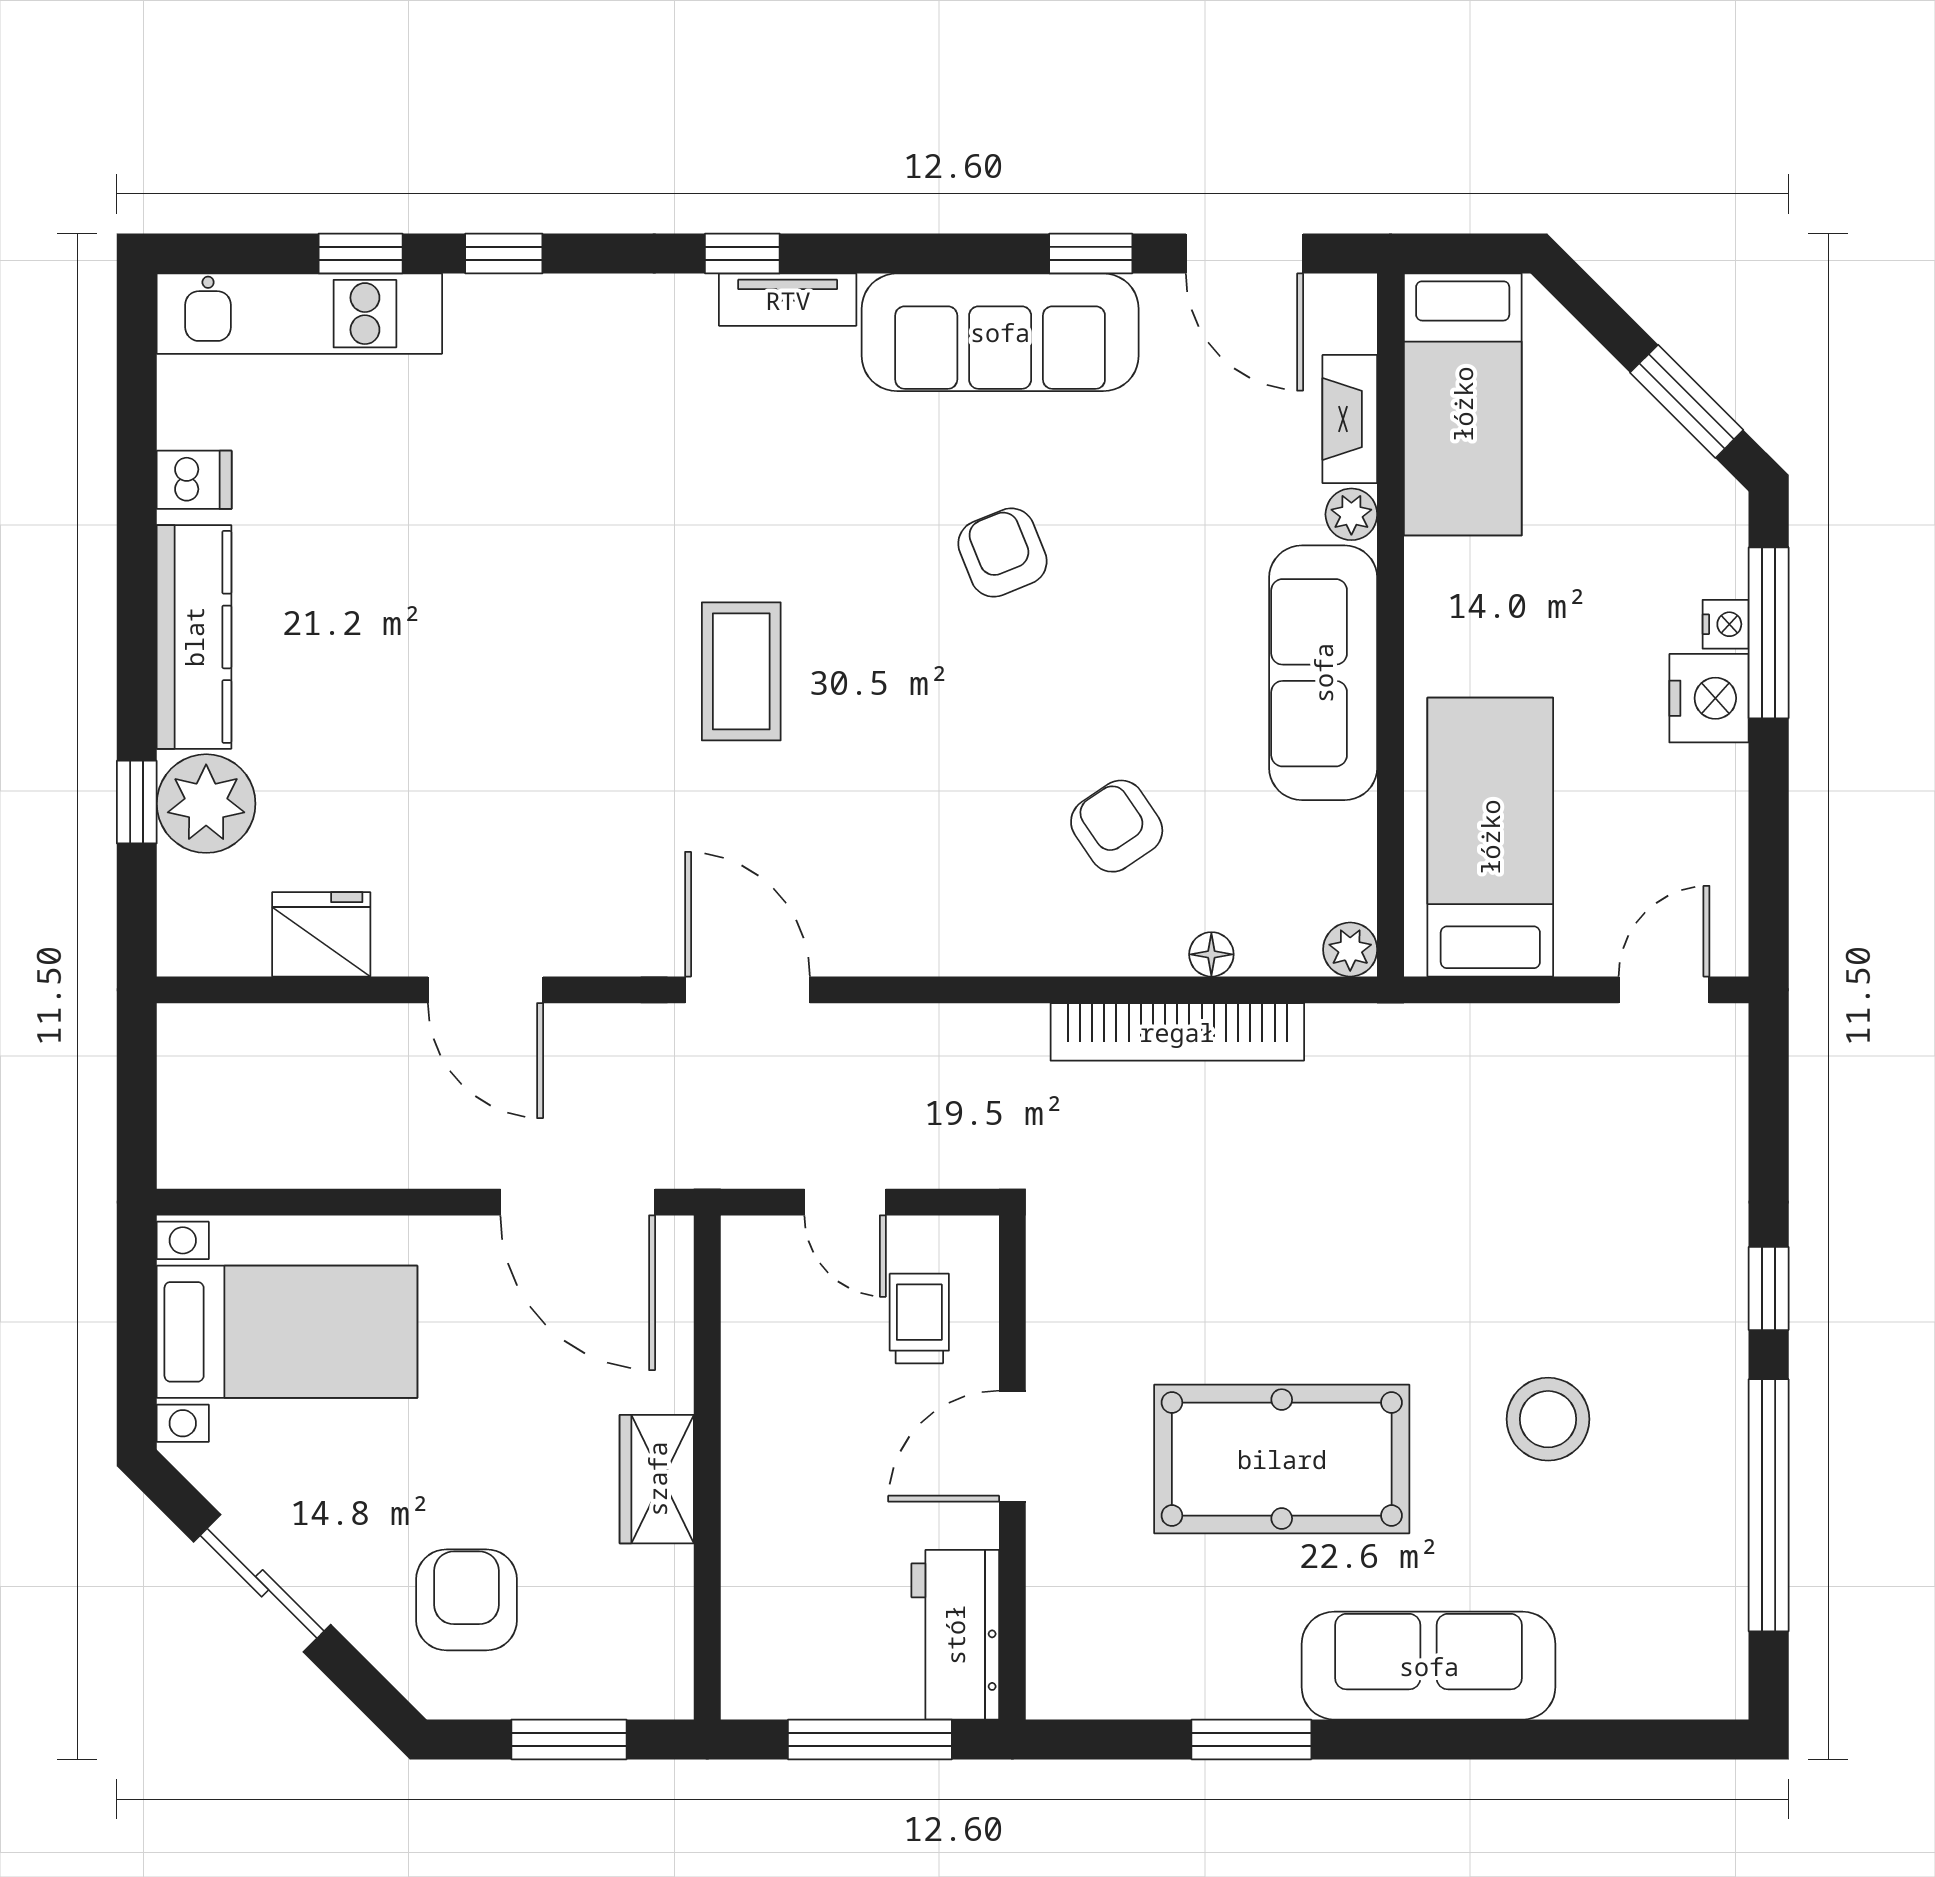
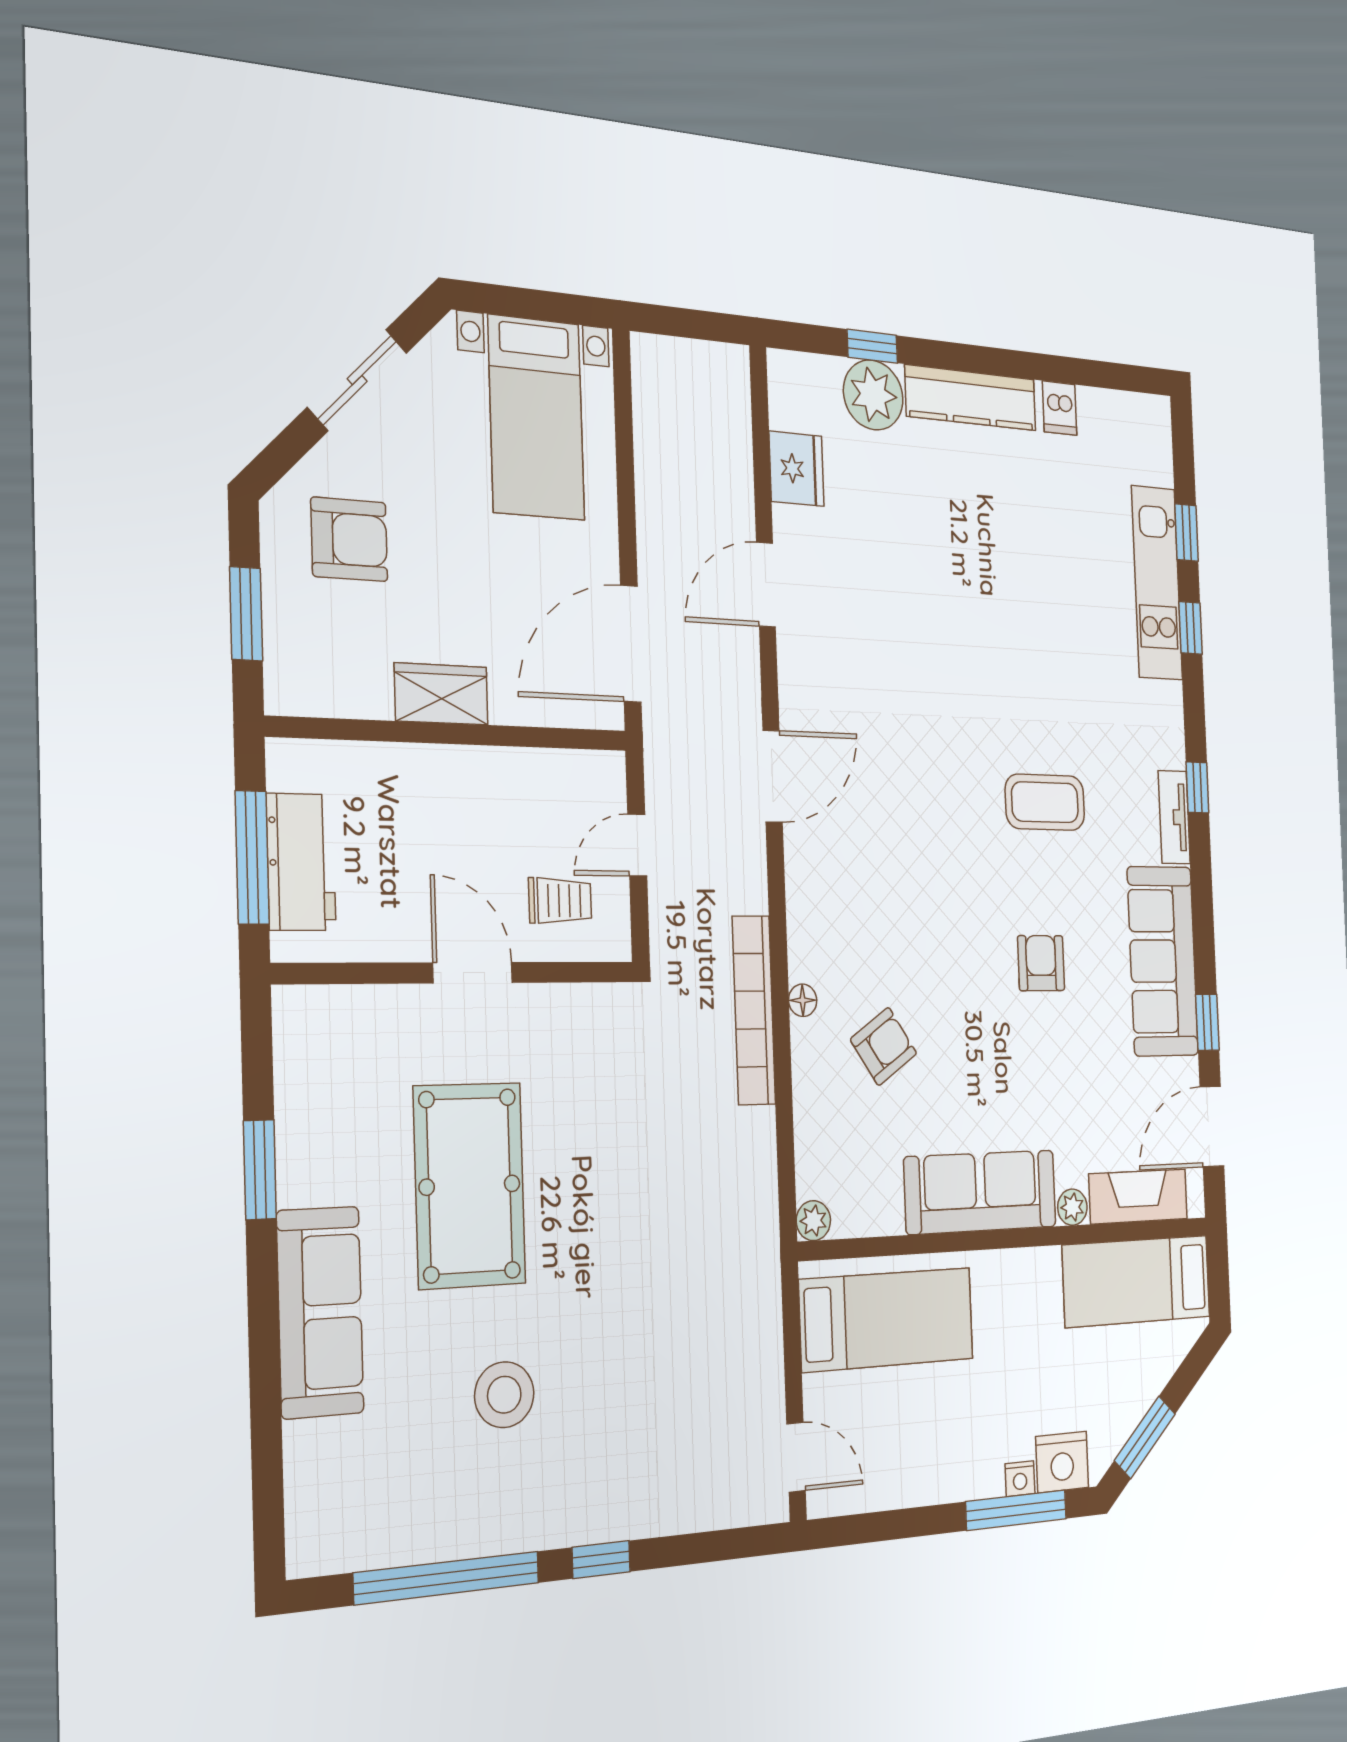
kitchen unit: (299, 314) -> (1157, 583), moved
fireplace: (1350, 419) -> (1138, 1196), width x1.37, depth x1.32
armchair: (1002, 553) -> (1041, 963), turned -68
coffee table: (741, 671) -> (1045, 802), moved
nightstand: (1709, 698) -> (1062, 1462), moved
floor lamp: (1211, 954) -> (803, 1000), moved
bookcase: (1177, 1032) -> (754, 1010), moved
workbench: (955, 1635) -> (301, 862), moved, turned 90

